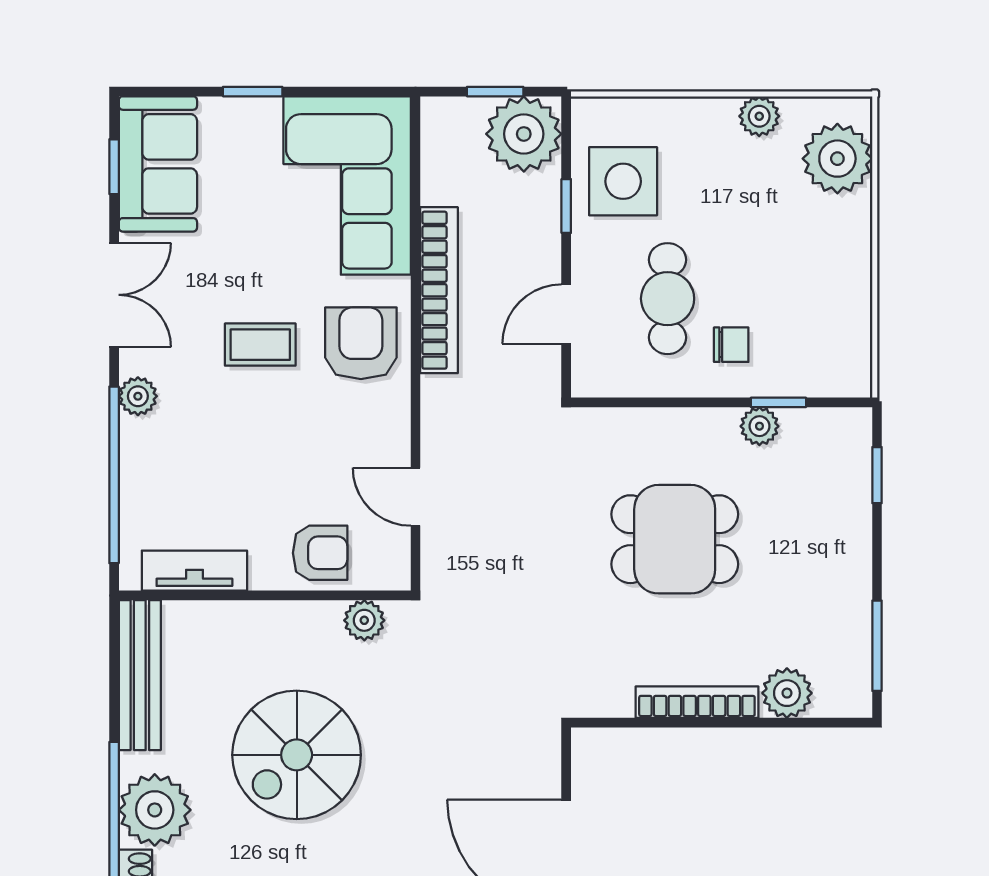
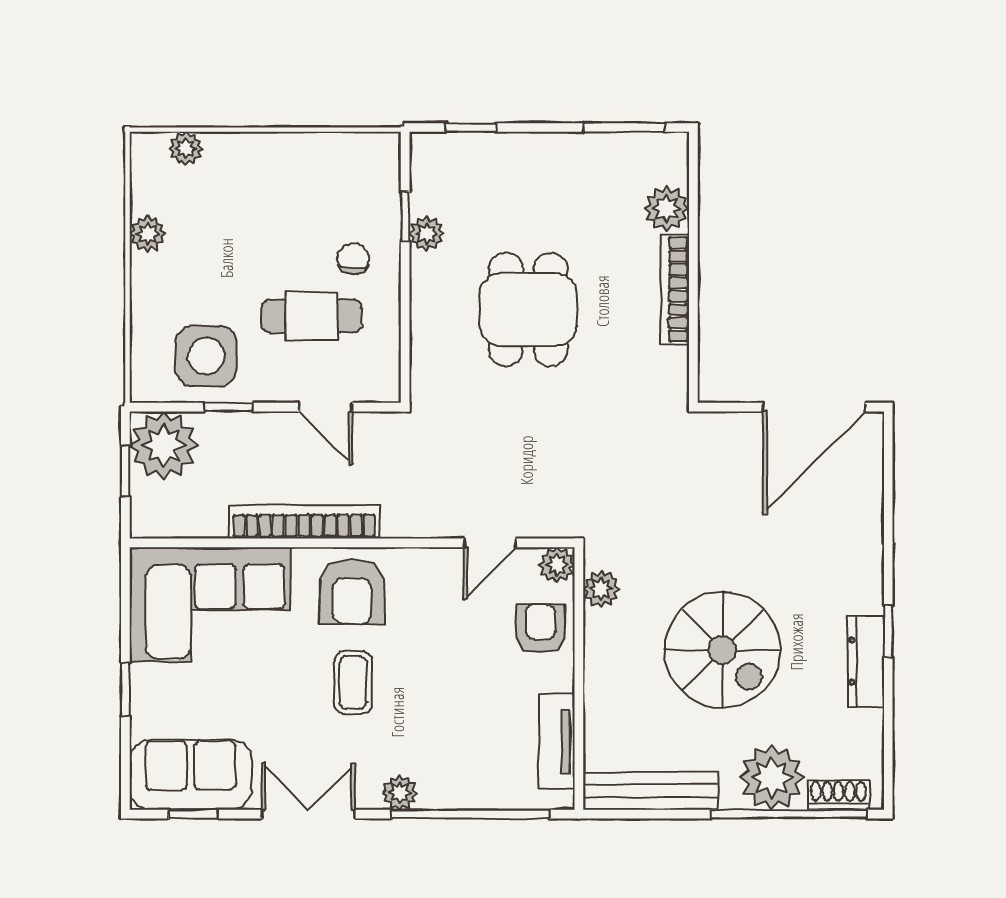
plant: (837, 159) -> (186, 148), width x0.53, depth x0.53
armchair: (361, 343) -> (352, 592), turned -90
plant: (391, 571) -> (557, 565), added

